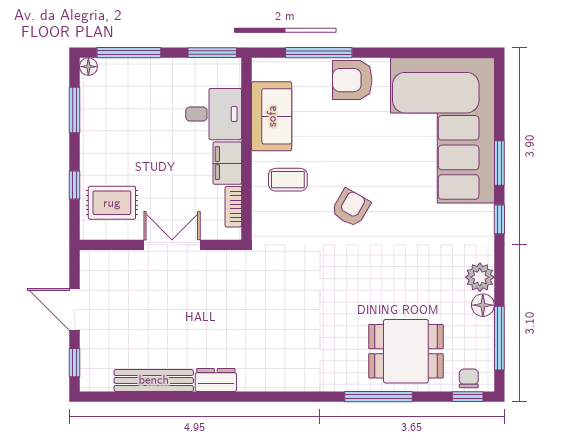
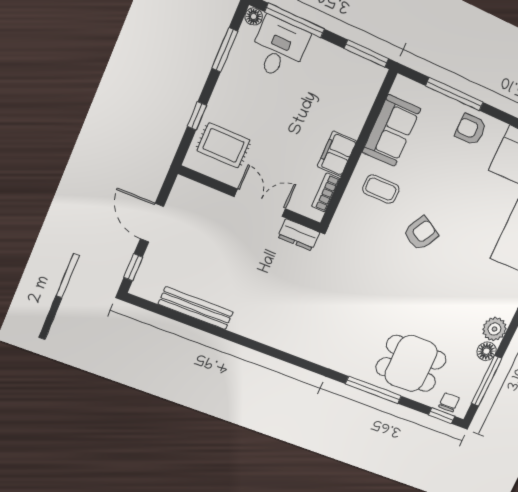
armchair: (352, 80) -> (471, 129), width x0.72, depth x0.72
desk: (214, 114) -> (279, 48), moved, turned -90
dresser: (216, 380) -> (299, 235), moved, turned 180

